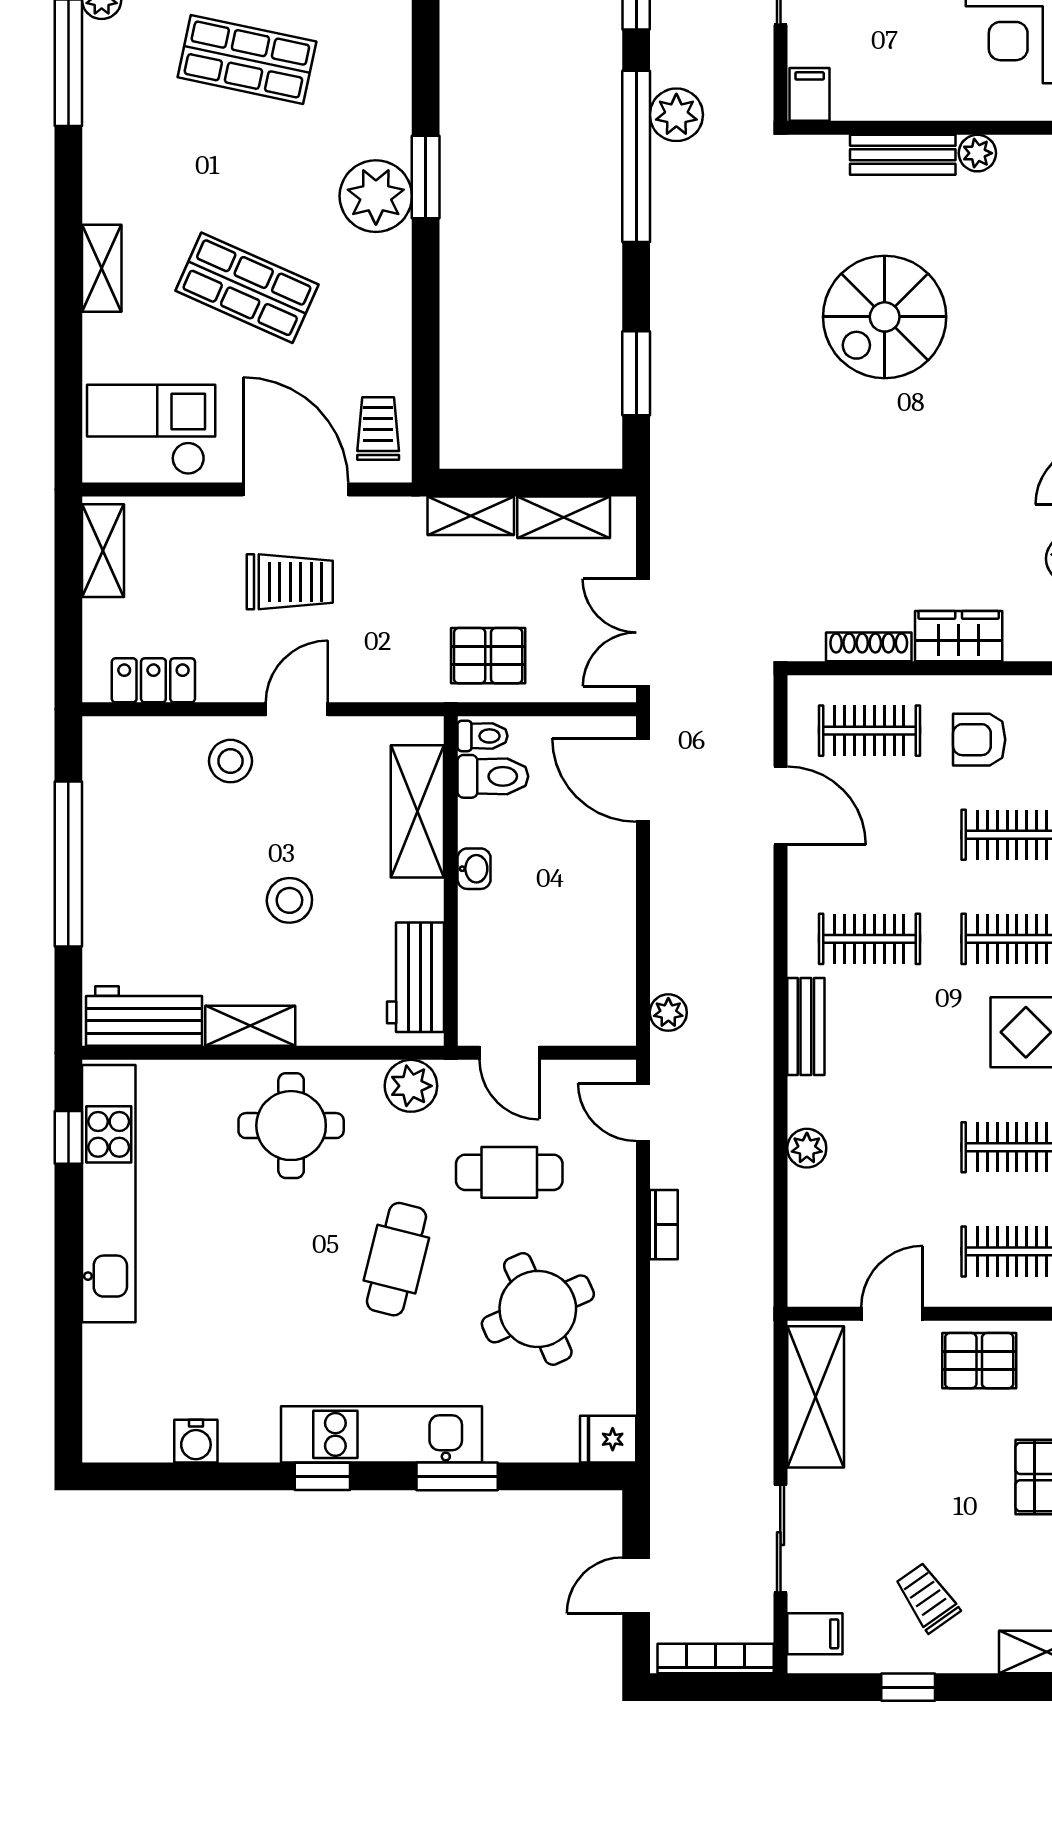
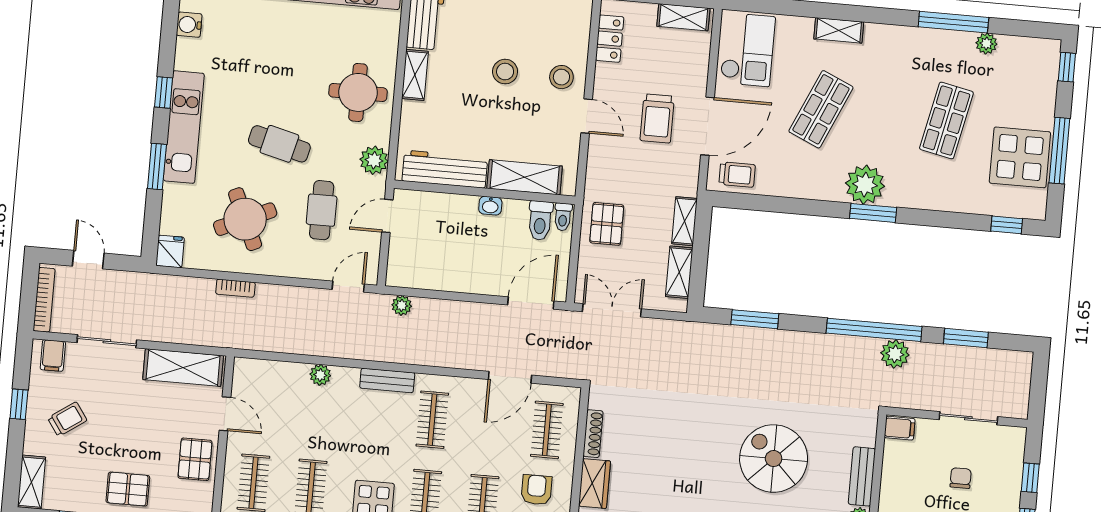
stool: (289, 900) -> (505, 72), moved
workbench: (416, 977) -> (445, 169), width x1.38
bookcase: (664, 1225) -> (235, 288), moved

